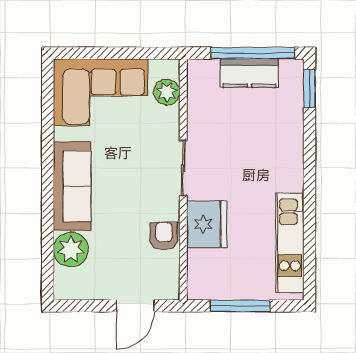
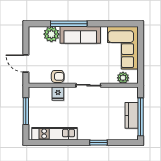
window: (310, 88) -> (98, 143), moved
window: (48, 211) -> (69, 24), added
fridge: (207, 224) -> (58, 94), width x0.53, depth x0.75

